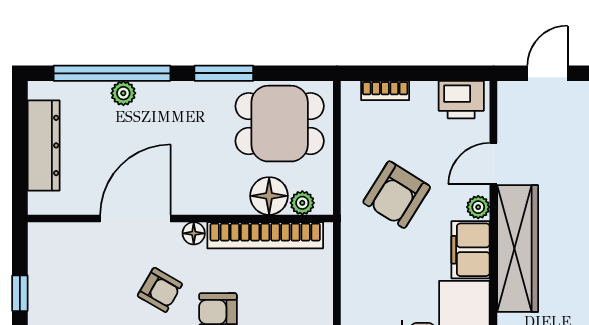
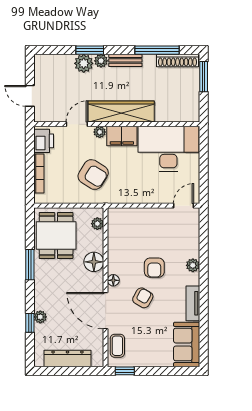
window: (112, 73) -> (30, 323), width x0.32
bookcase: (385, 91) -> (39, 173), width x1.56
door: (493, 163) -> (77, 124), swing flipped
floor lamp: (269, 196) -> (94, 262), moved
bookcase: (265, 235) -> (114, 243), removed
coffee table: (68, 241) -> (117, 346), added
window: (20, 293) -> (125, 371), moved

